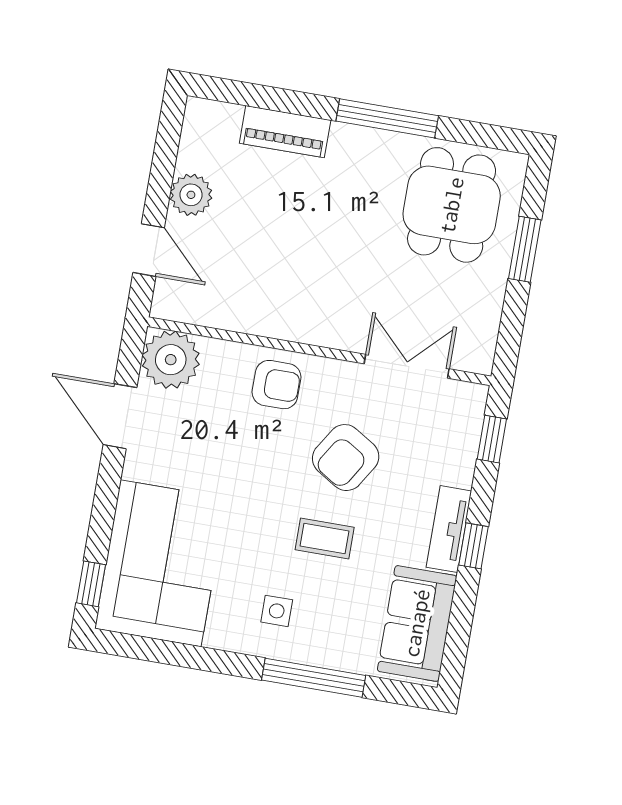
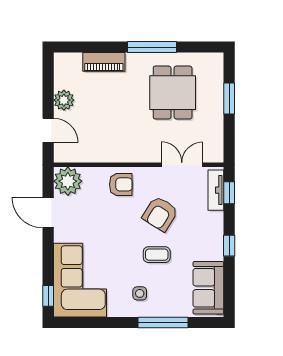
dining table: (452, 205) -> (173, 93), moved
tv unit: (449, 529) -> (216, 190), moved

